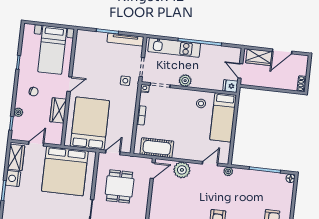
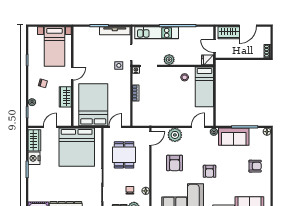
cot: (157, 148) -> (152, 119), removed
sofa: (251, 180) -> (234, 137), added
armchair: (178, 203) -> (175, 163), added

